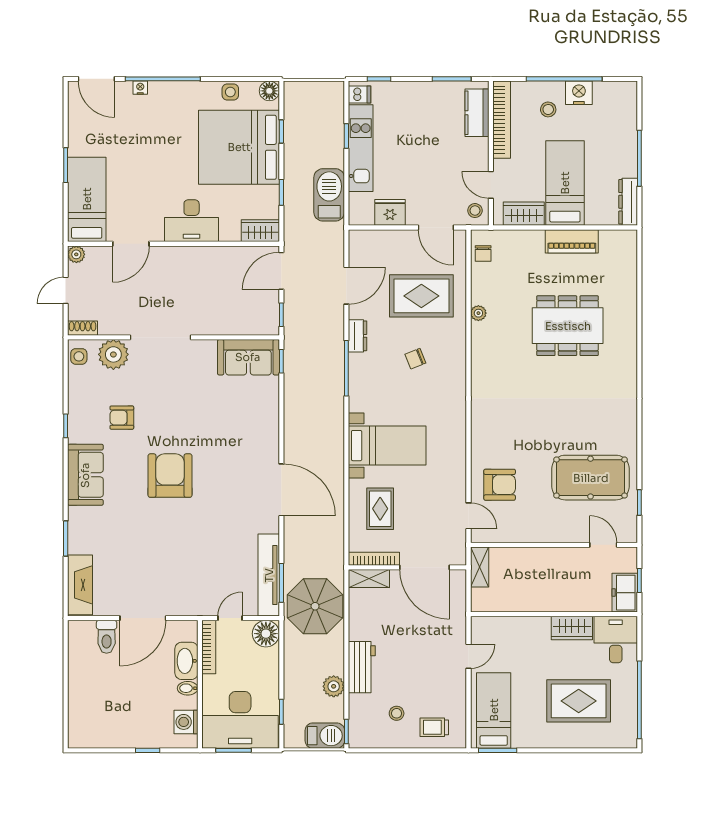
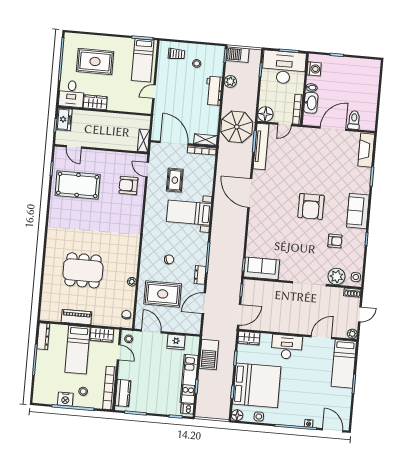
rug: (380, 509) -> (175, 180), moved

